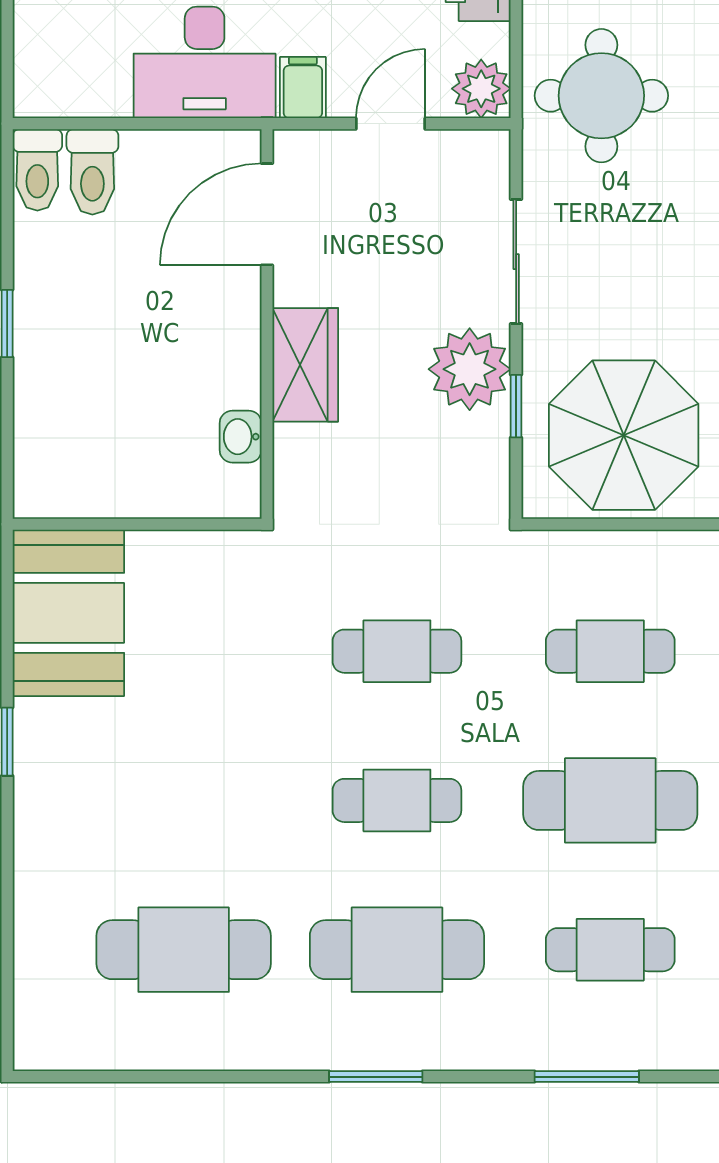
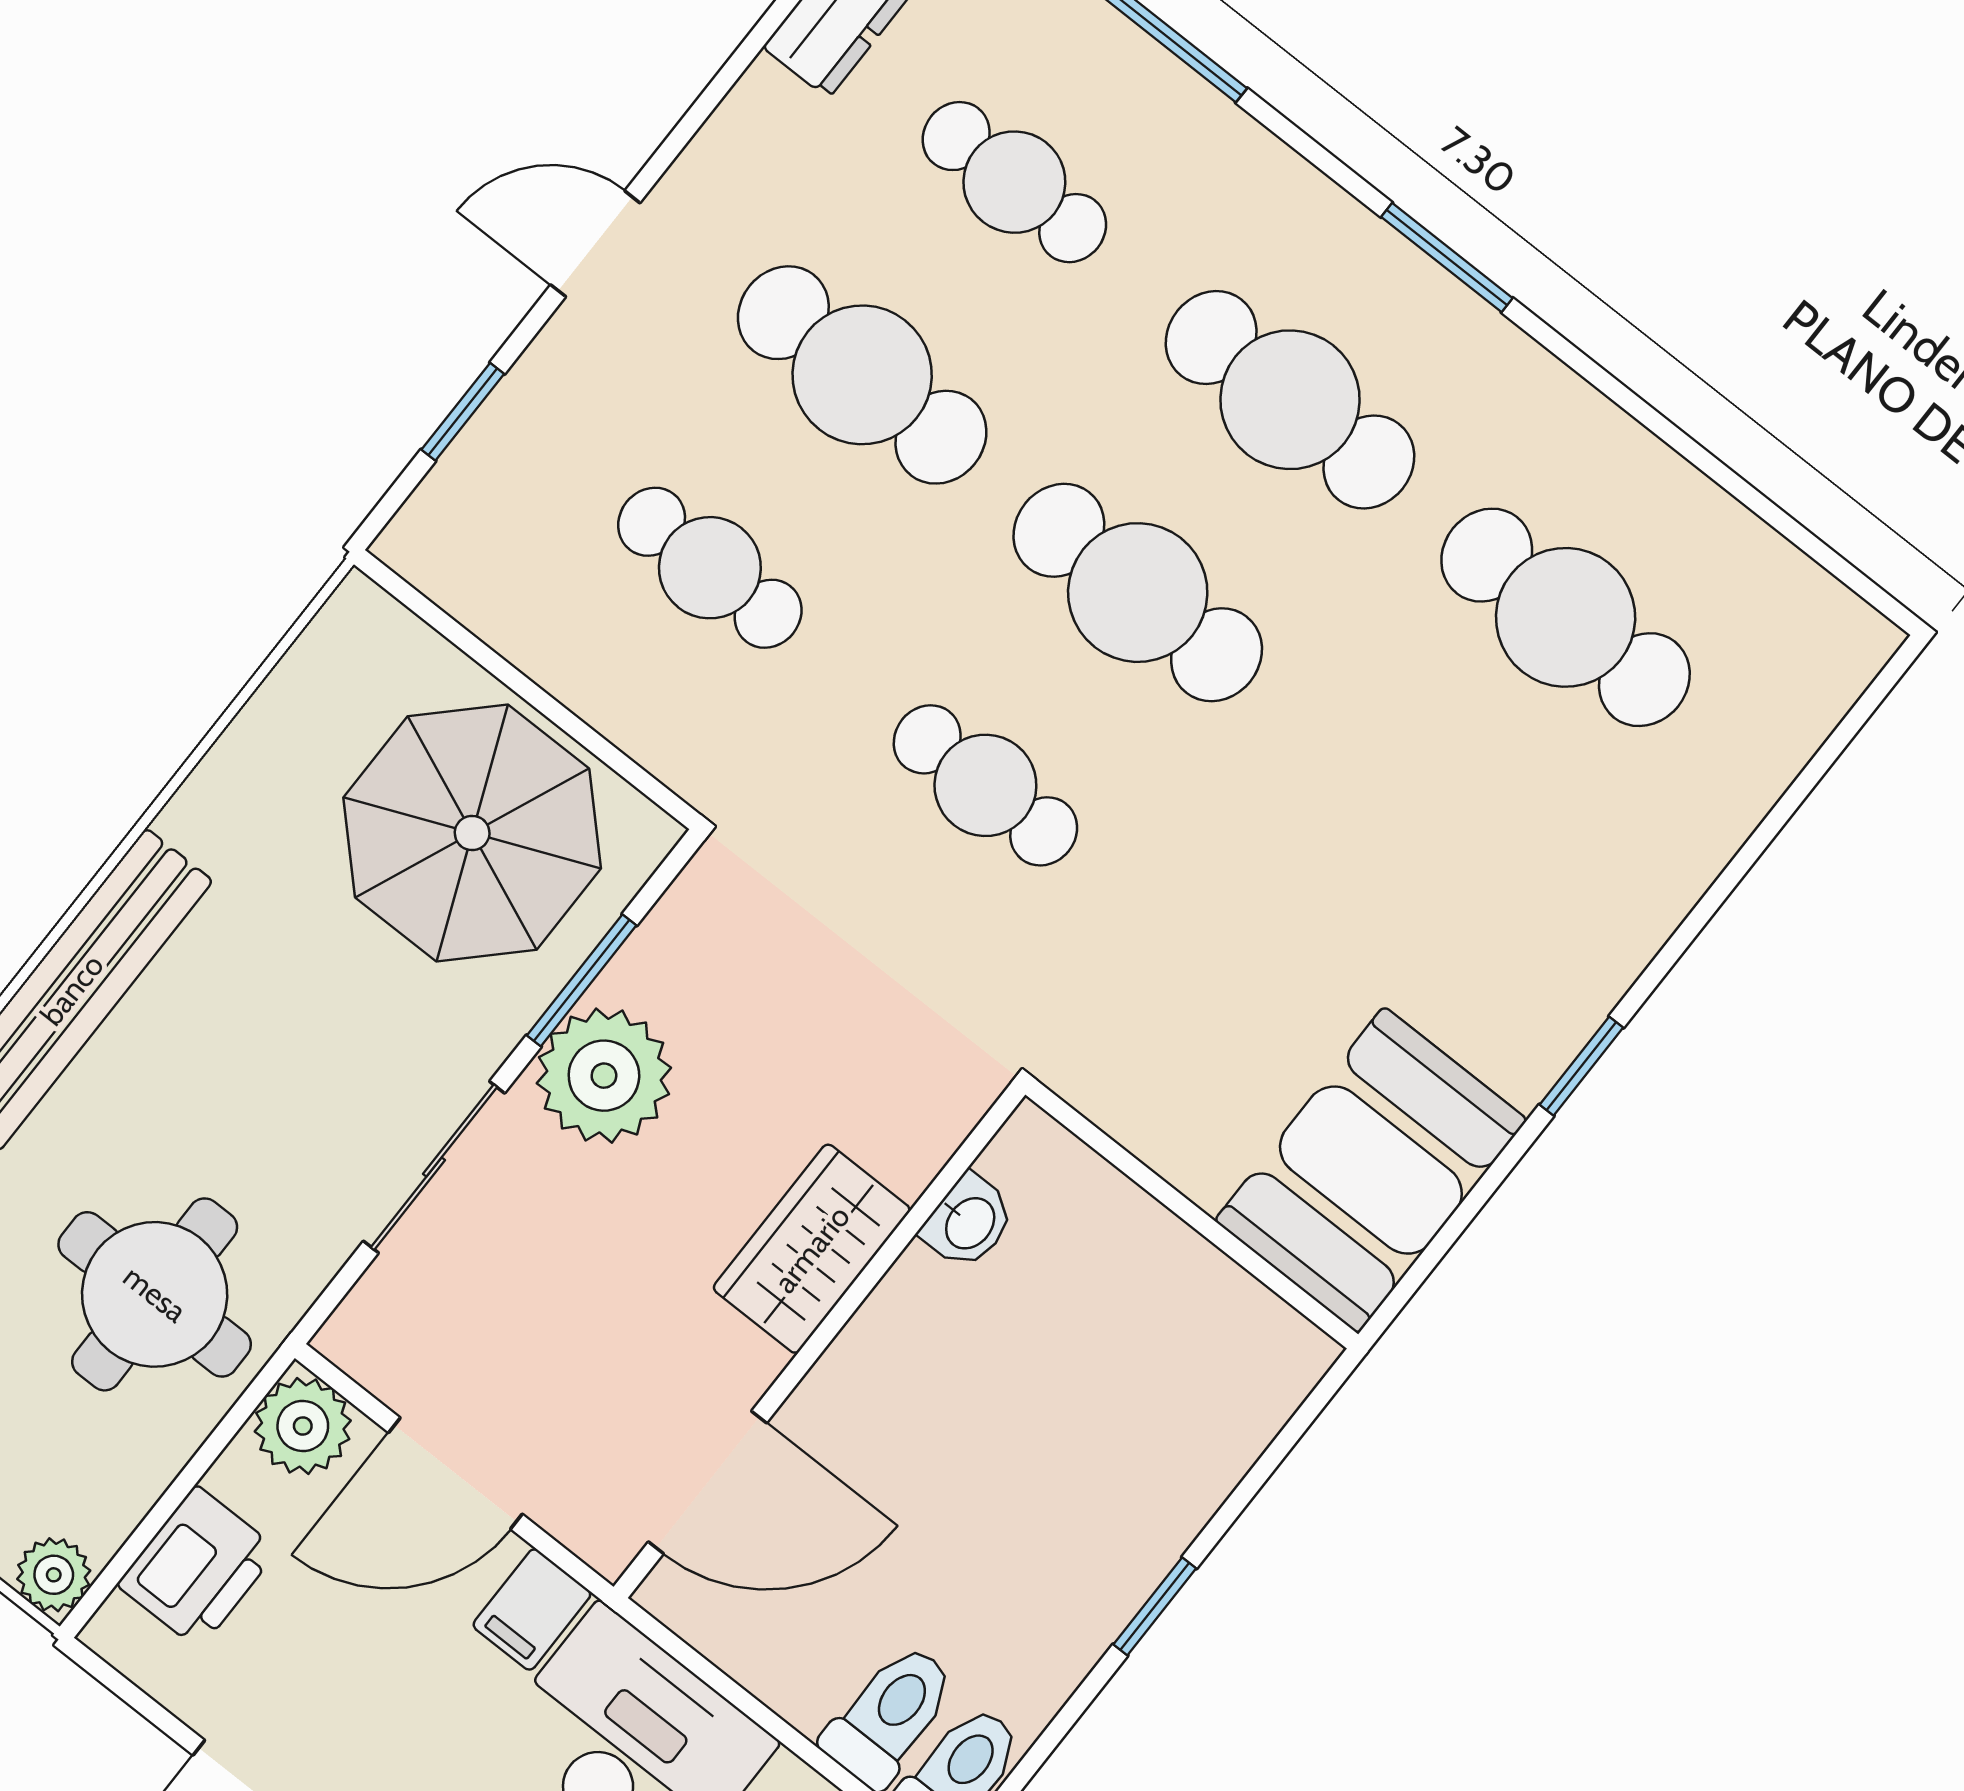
door: (391, 124) -> (455, 1473), width x1.38
window: (516, 406) -> (582, 980), width x1.50
cafe table: (397, 800) -> (1138, 593), width x1.37, depth x1.35

